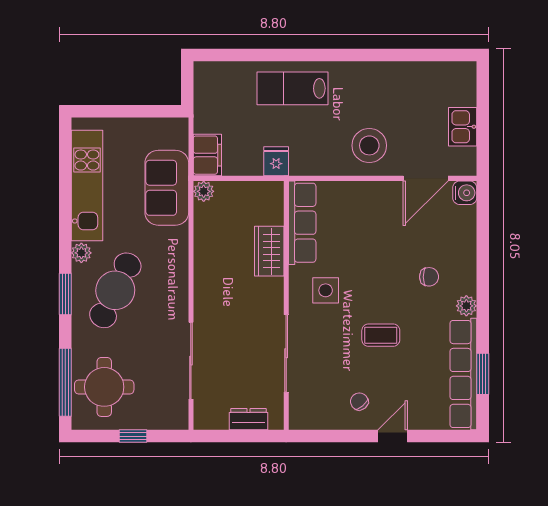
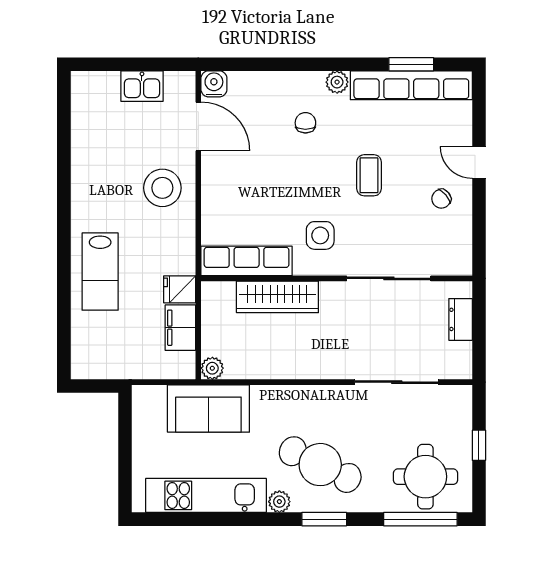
filing cabinet: (207, 155) -> (180, 328), moved, turned -90
wardrobe: (269, 251) -> (277, 297), width x1.50

